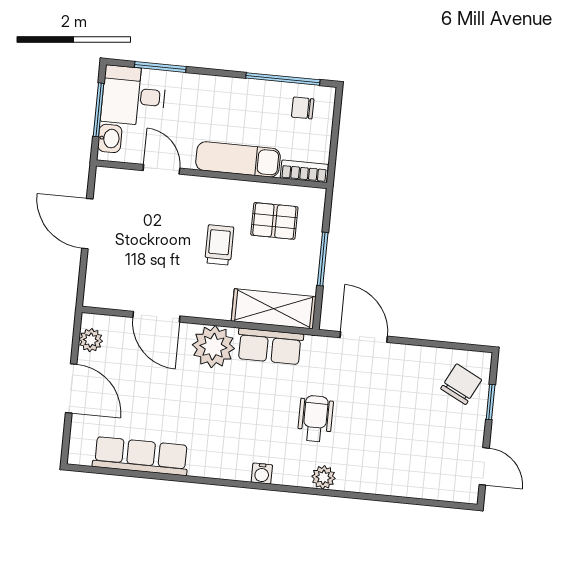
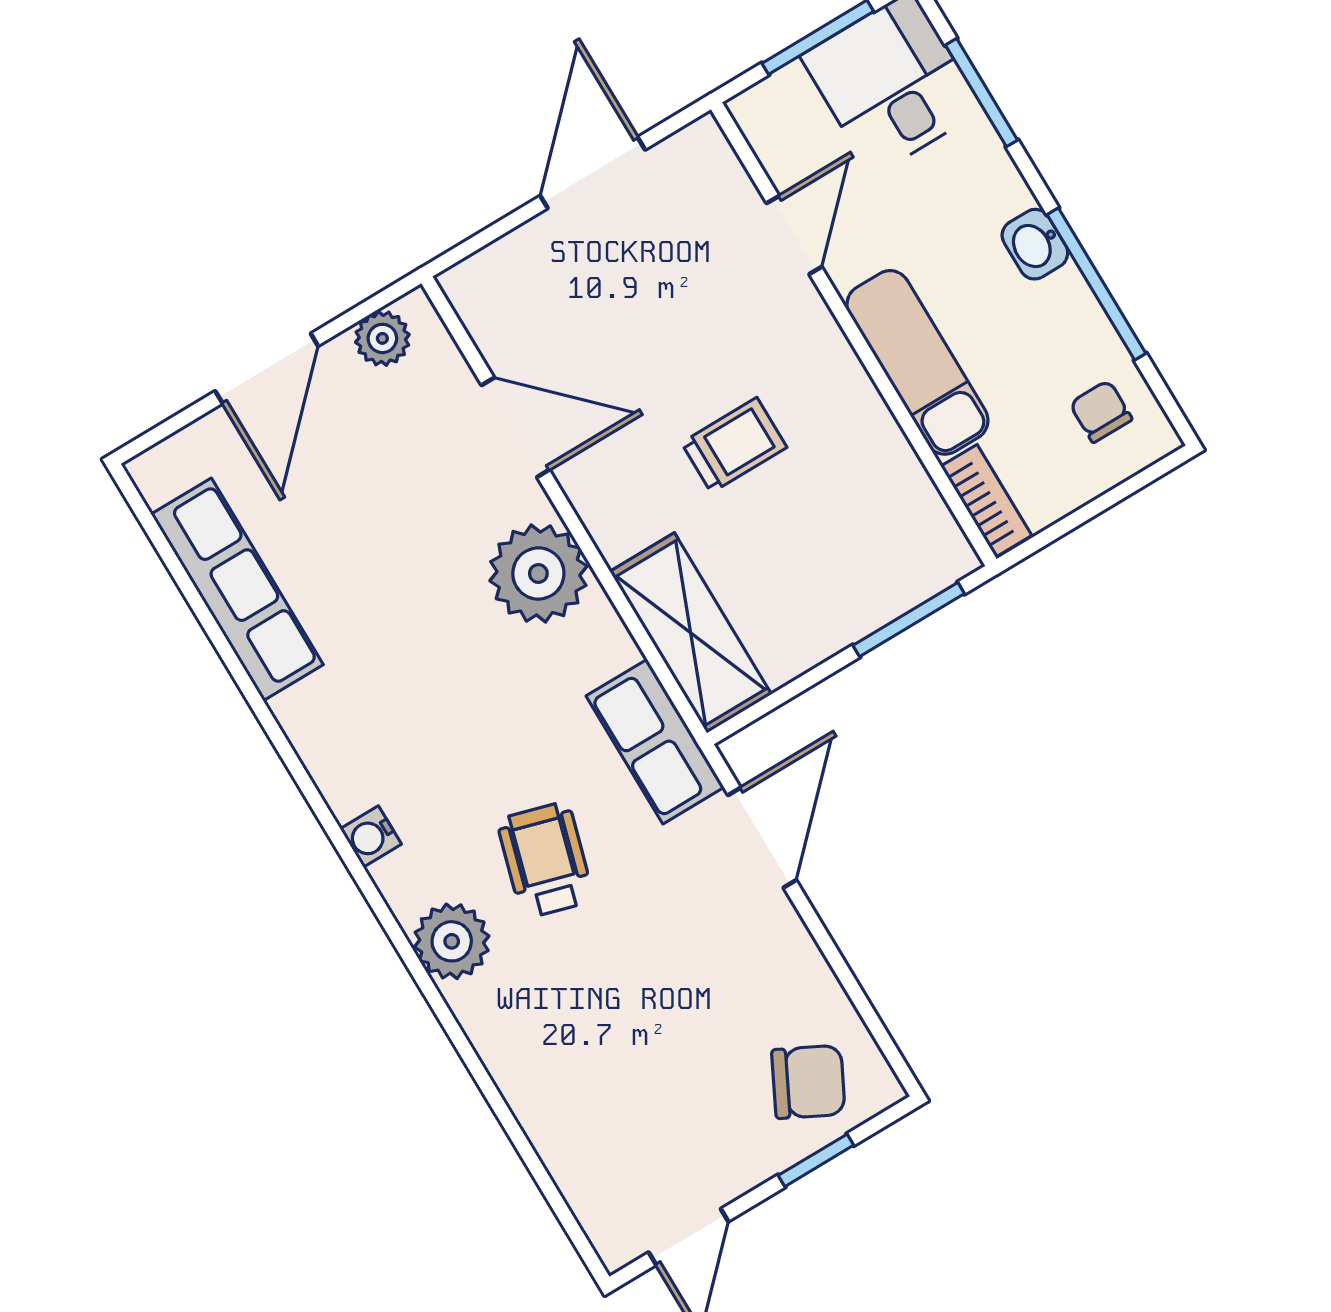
window: (283, 79) -> (1096, 284), moved
washbasin: (110, 138) -> (1035, 244), moved, turned 90
pallet: (274, 221) -> (854, 514), removed
window: (323, 259) -> (909, 619), moved
door: (156, 317) -> (516, 427), swing flipped
row of seats: (270, 346) -> (655, 742), moved
wheelchair: (315, 419) -> (545, 860), turned -74
plant: (323, 477) -> (452, 941), width x1.38, depth x1.38

